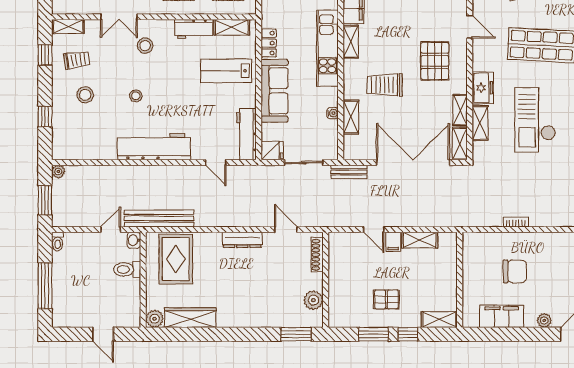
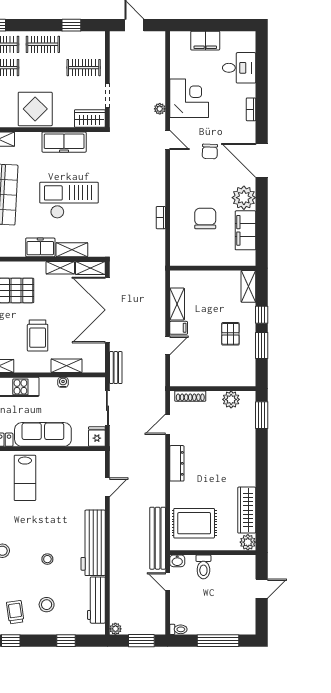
checkout: (535, 120) -> (69, 200), turned 180
workbench: (246, 134) -> (96, 600), moved, turned 90
plant: (544, 320) -> (244, 198), width x1.87, depth x1.87

